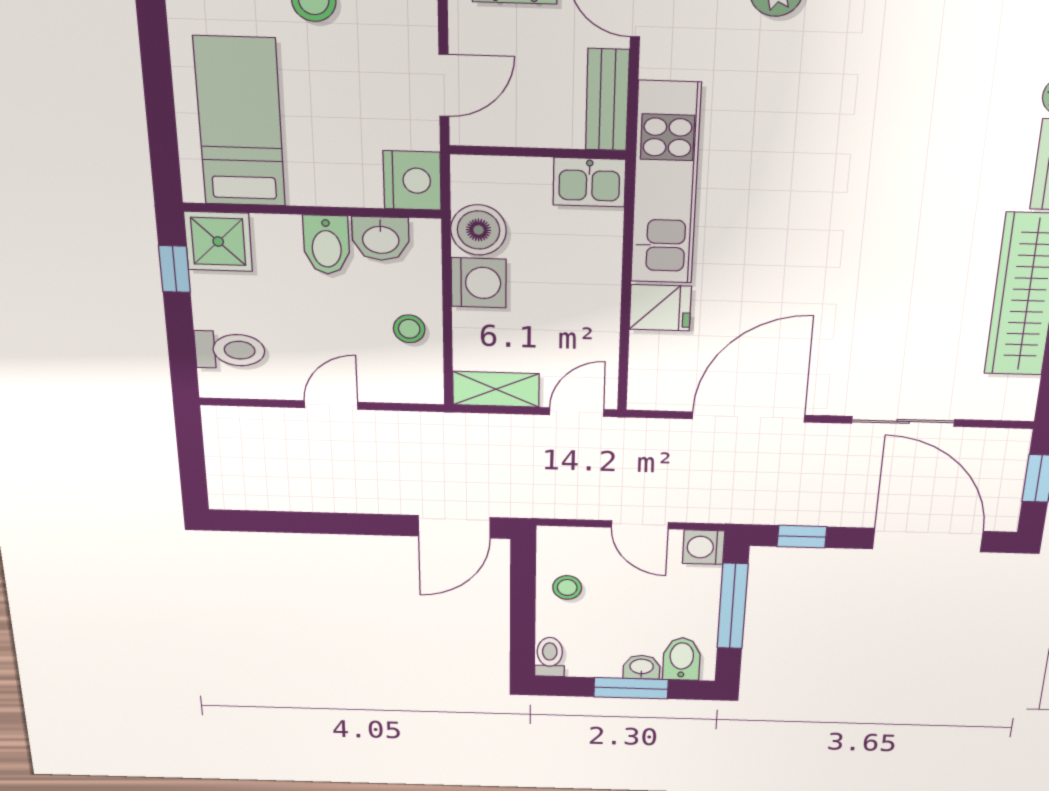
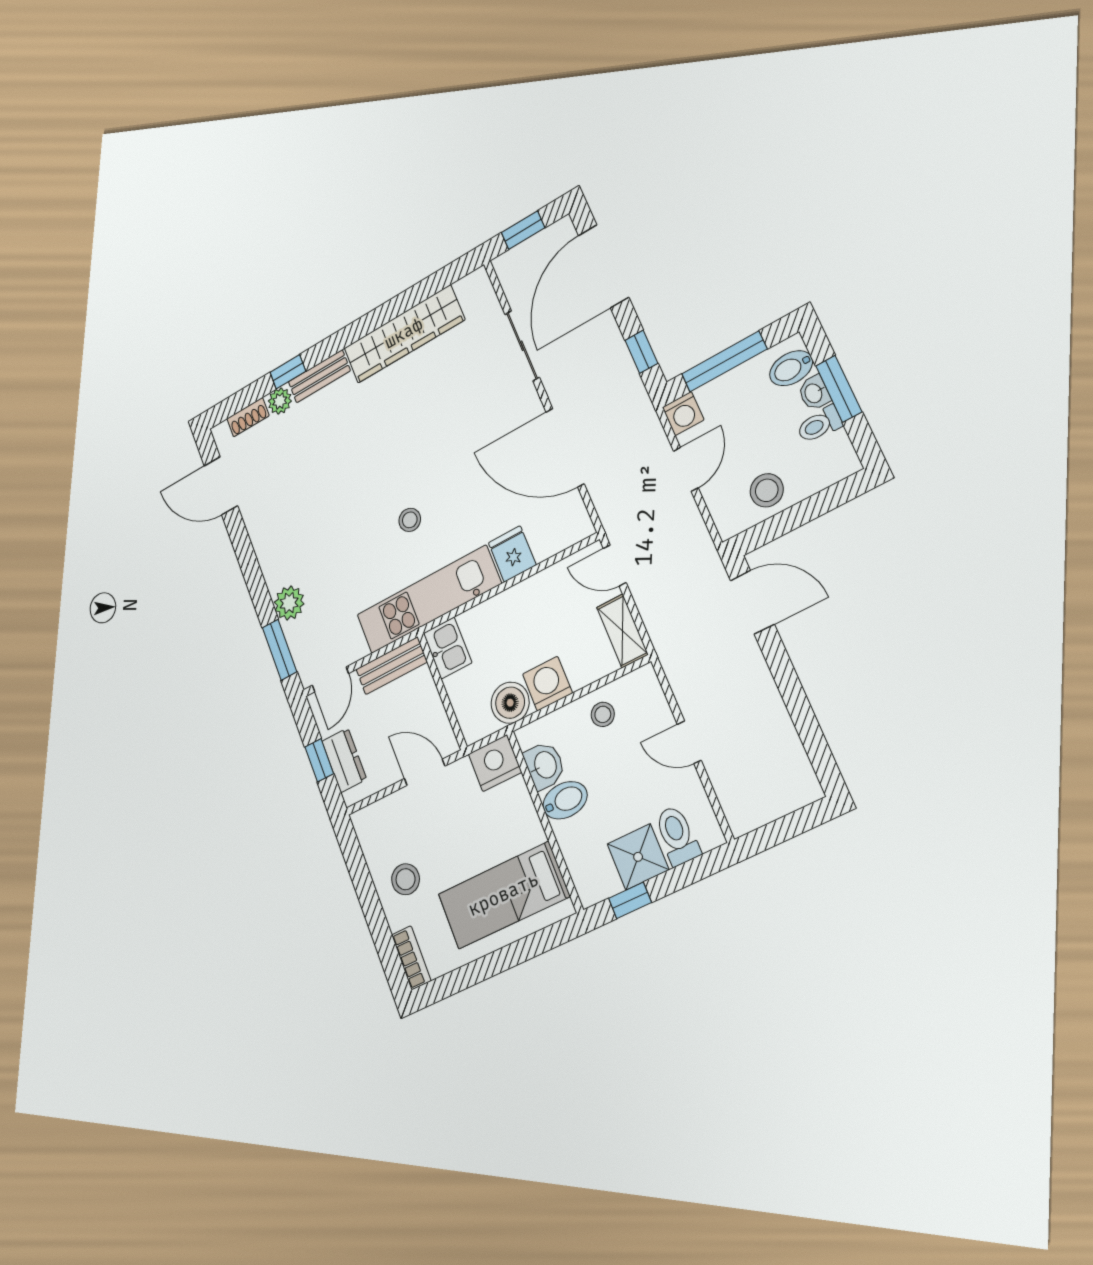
stool: (783, 203) -> (410, 520), added
shower: (218, 241) -> (638, 857), moved
stool: (567, 587) -> (767, 490), width x1.37, depth x1.37
toilet: (550, 657) -> (819, 425), moved

